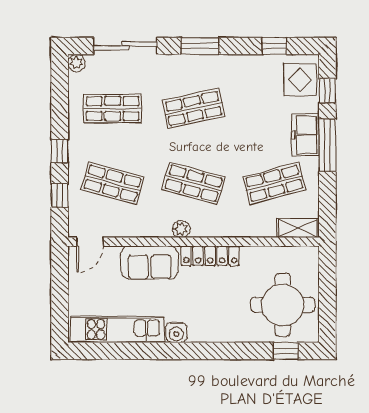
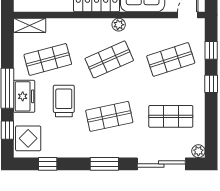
trolley: (253, 129) -> (64, 101), added
shop shelf: (113, 183) -> (171, 59), turned -33
shop shelf: (193, 183) -> (109, 59), turned -39

